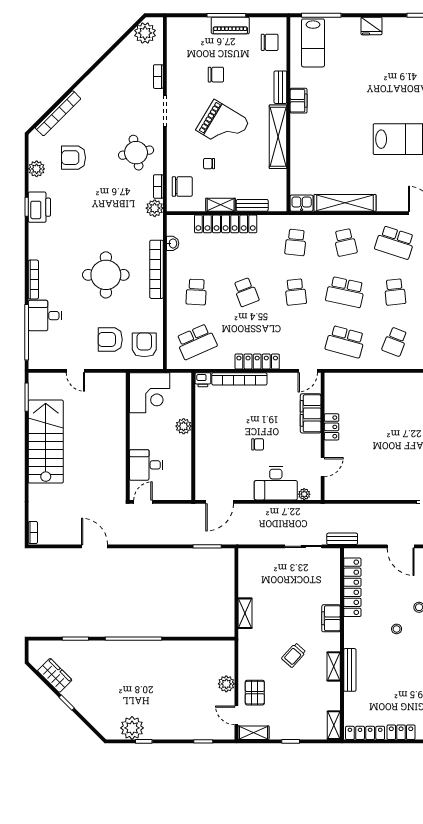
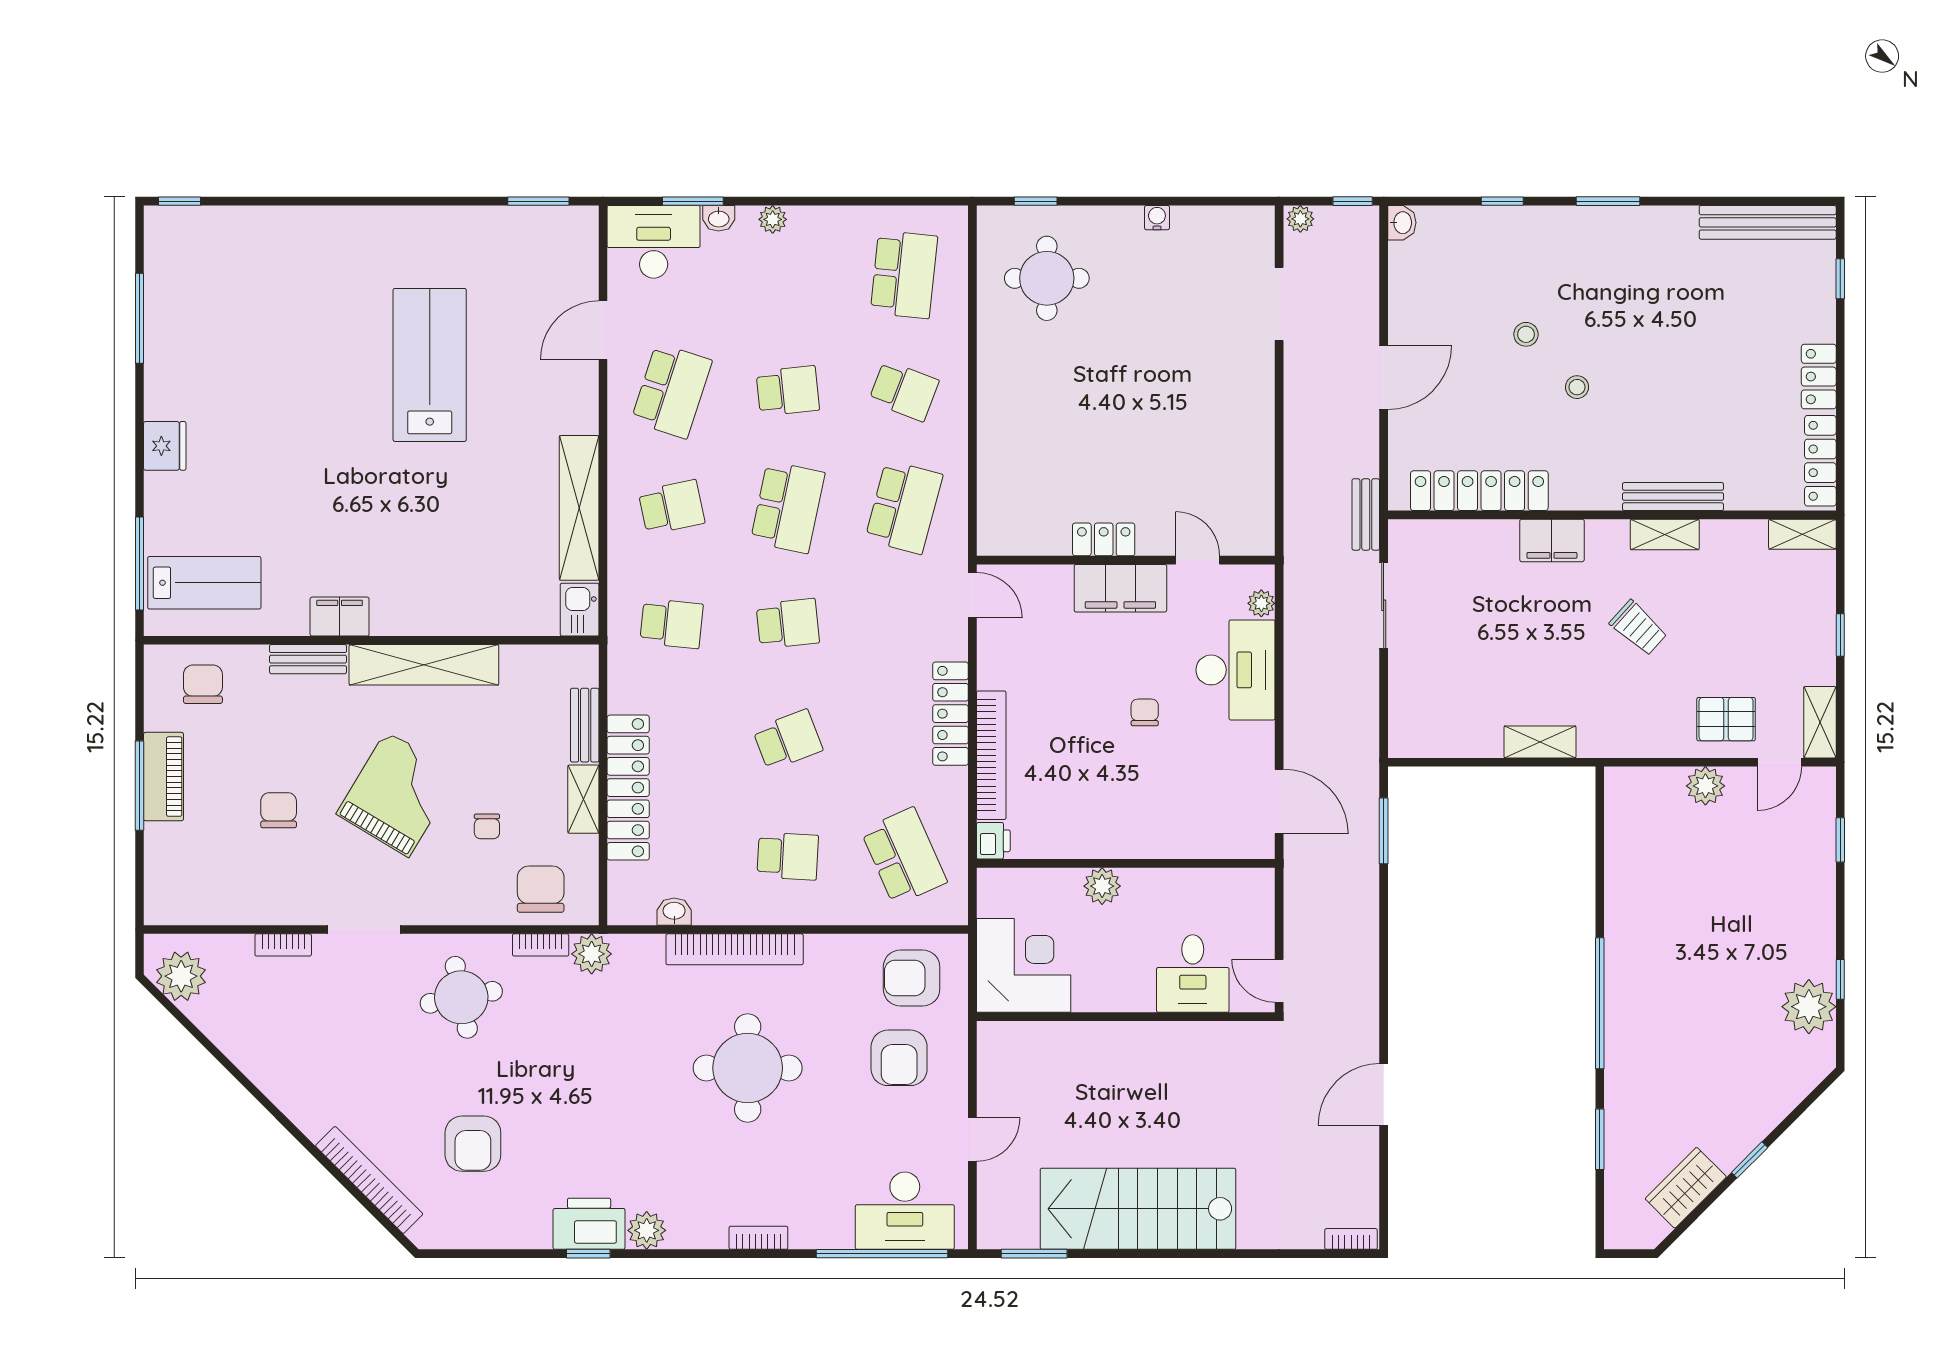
plant: (37, 169) -> (647, 1230), moved
bookcase: (33, 279) -> (758, 1238), width x0.64
desk: (45, 316) -> (905, 1211), moved, width x1.37
filing cabinet: (311, 413) -> (1120, 588), moved

